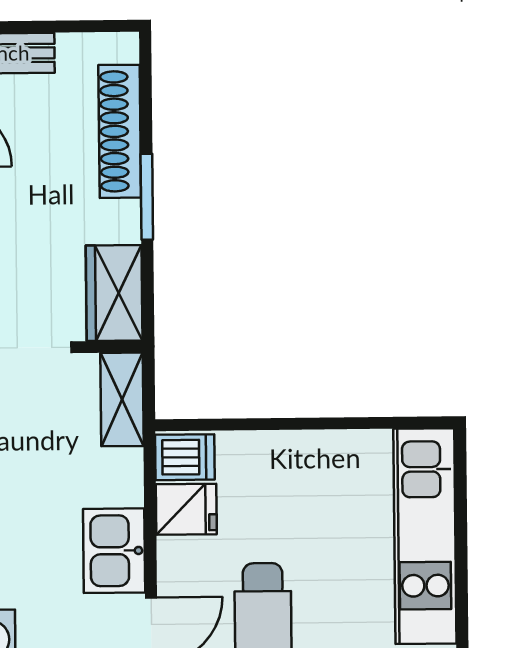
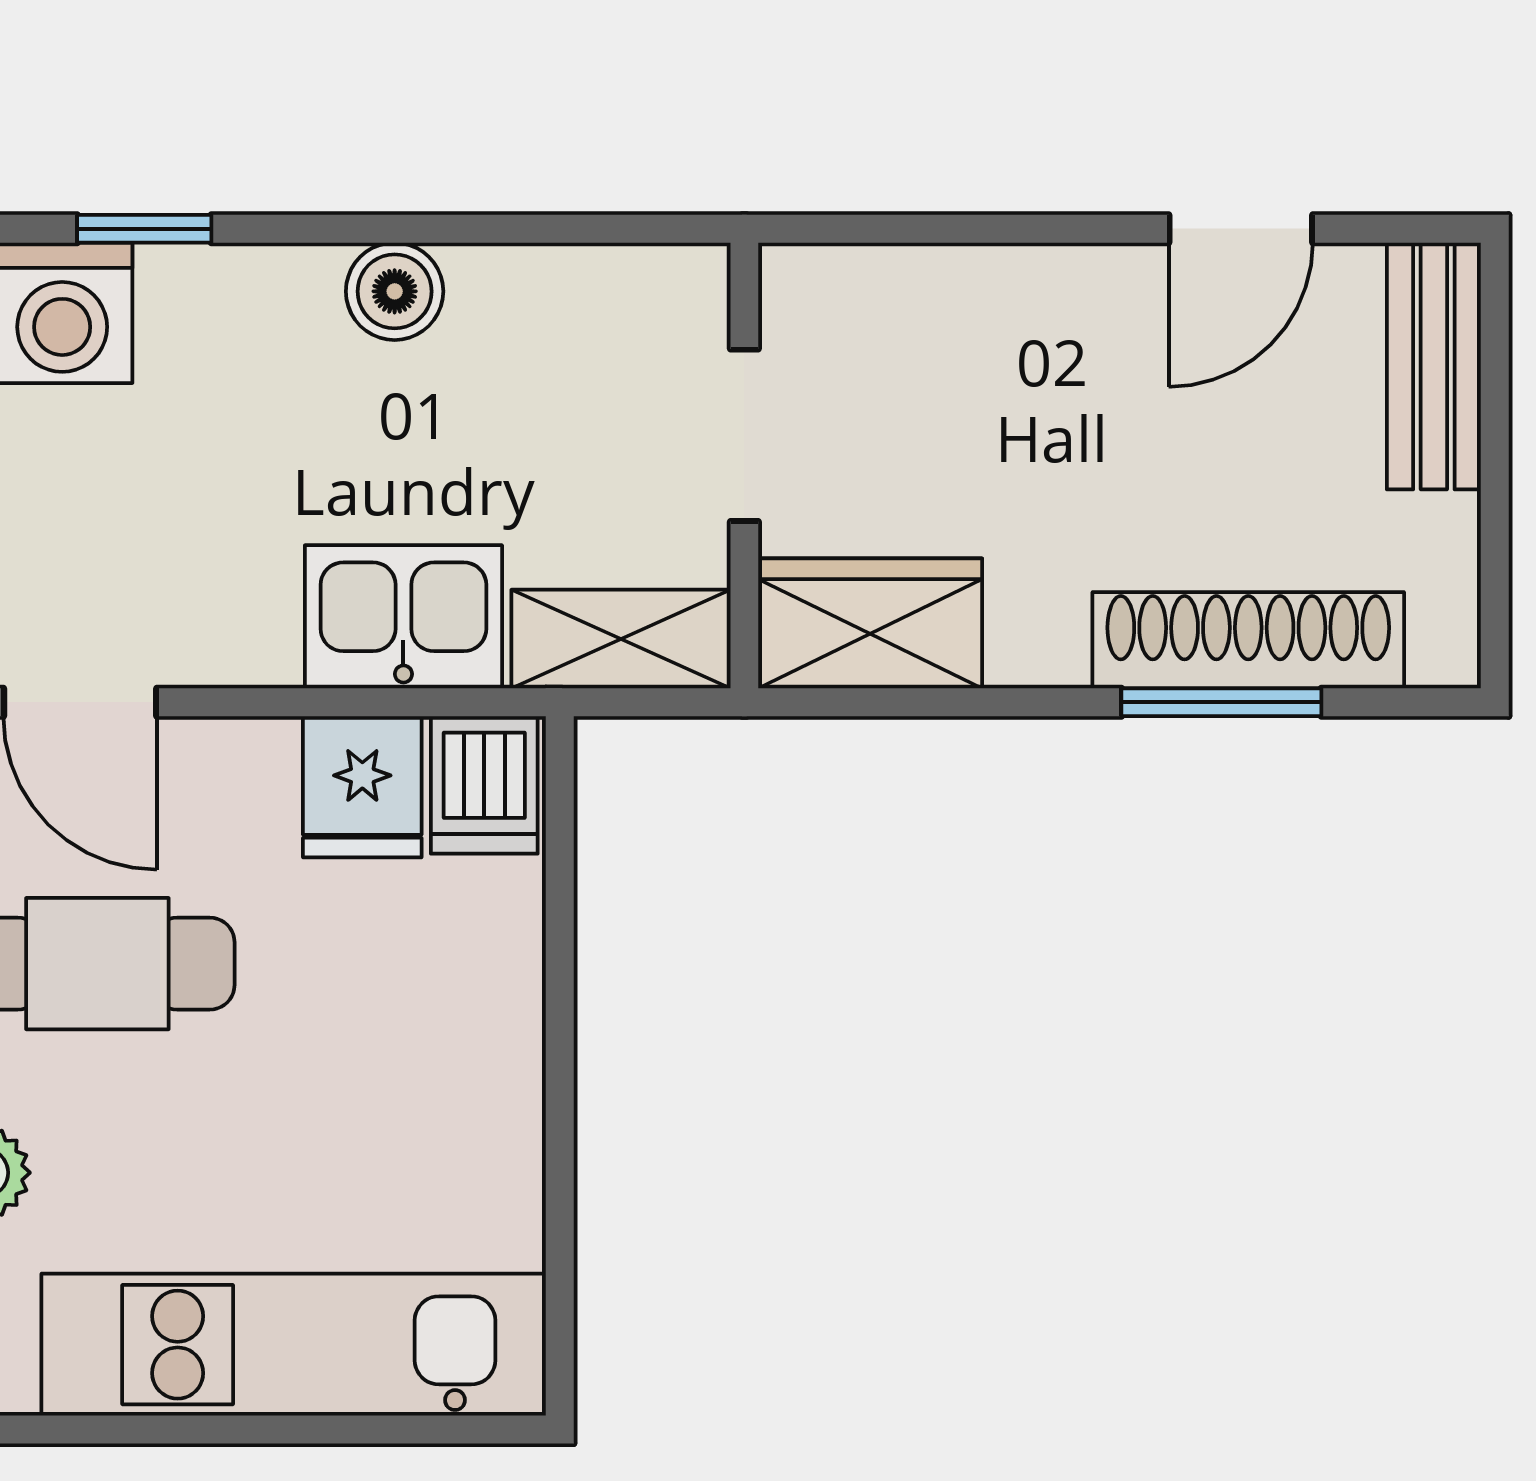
window: (147, 197) -> (1221, 702), moved
kitchen sink: (114, 551) -> (403, 617), moved

